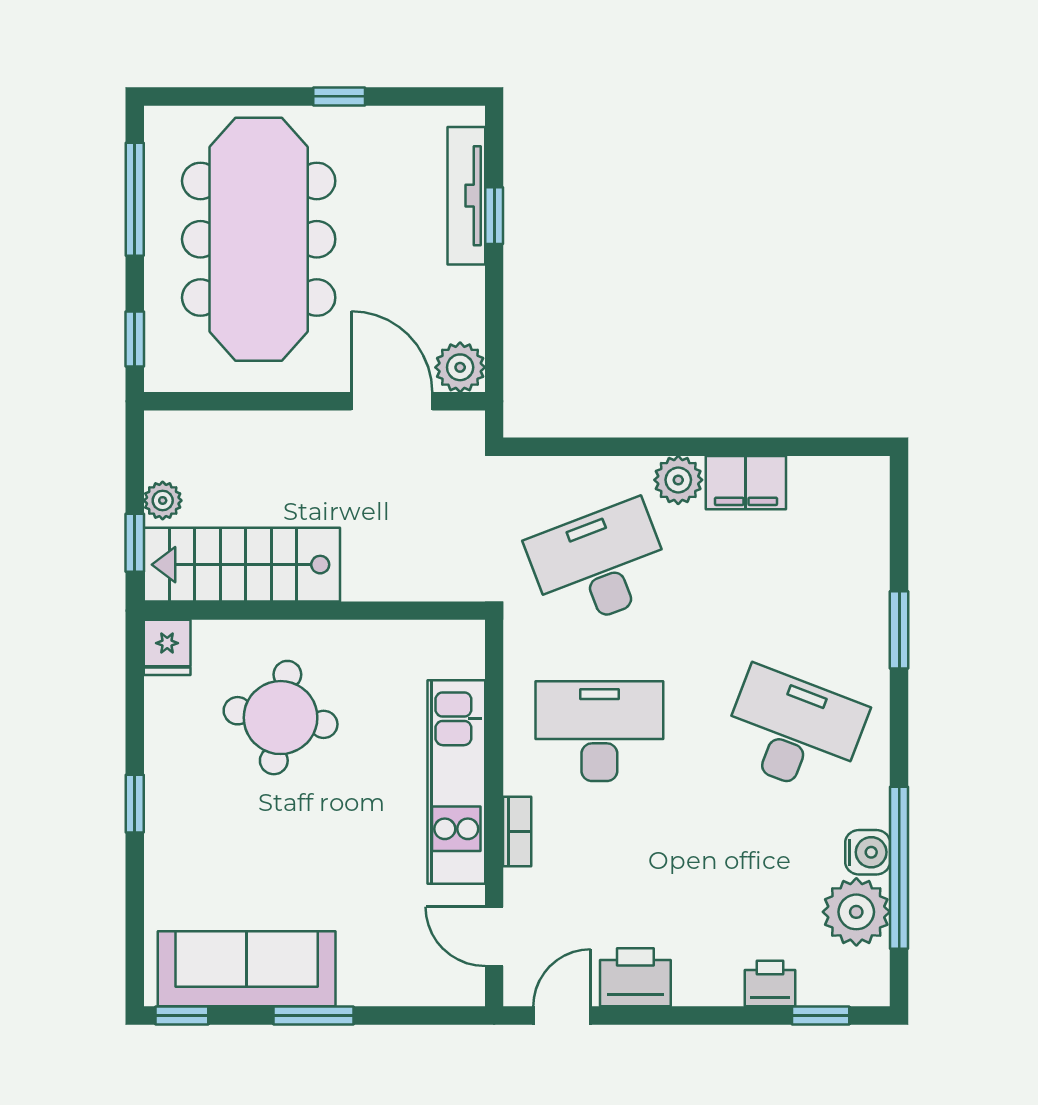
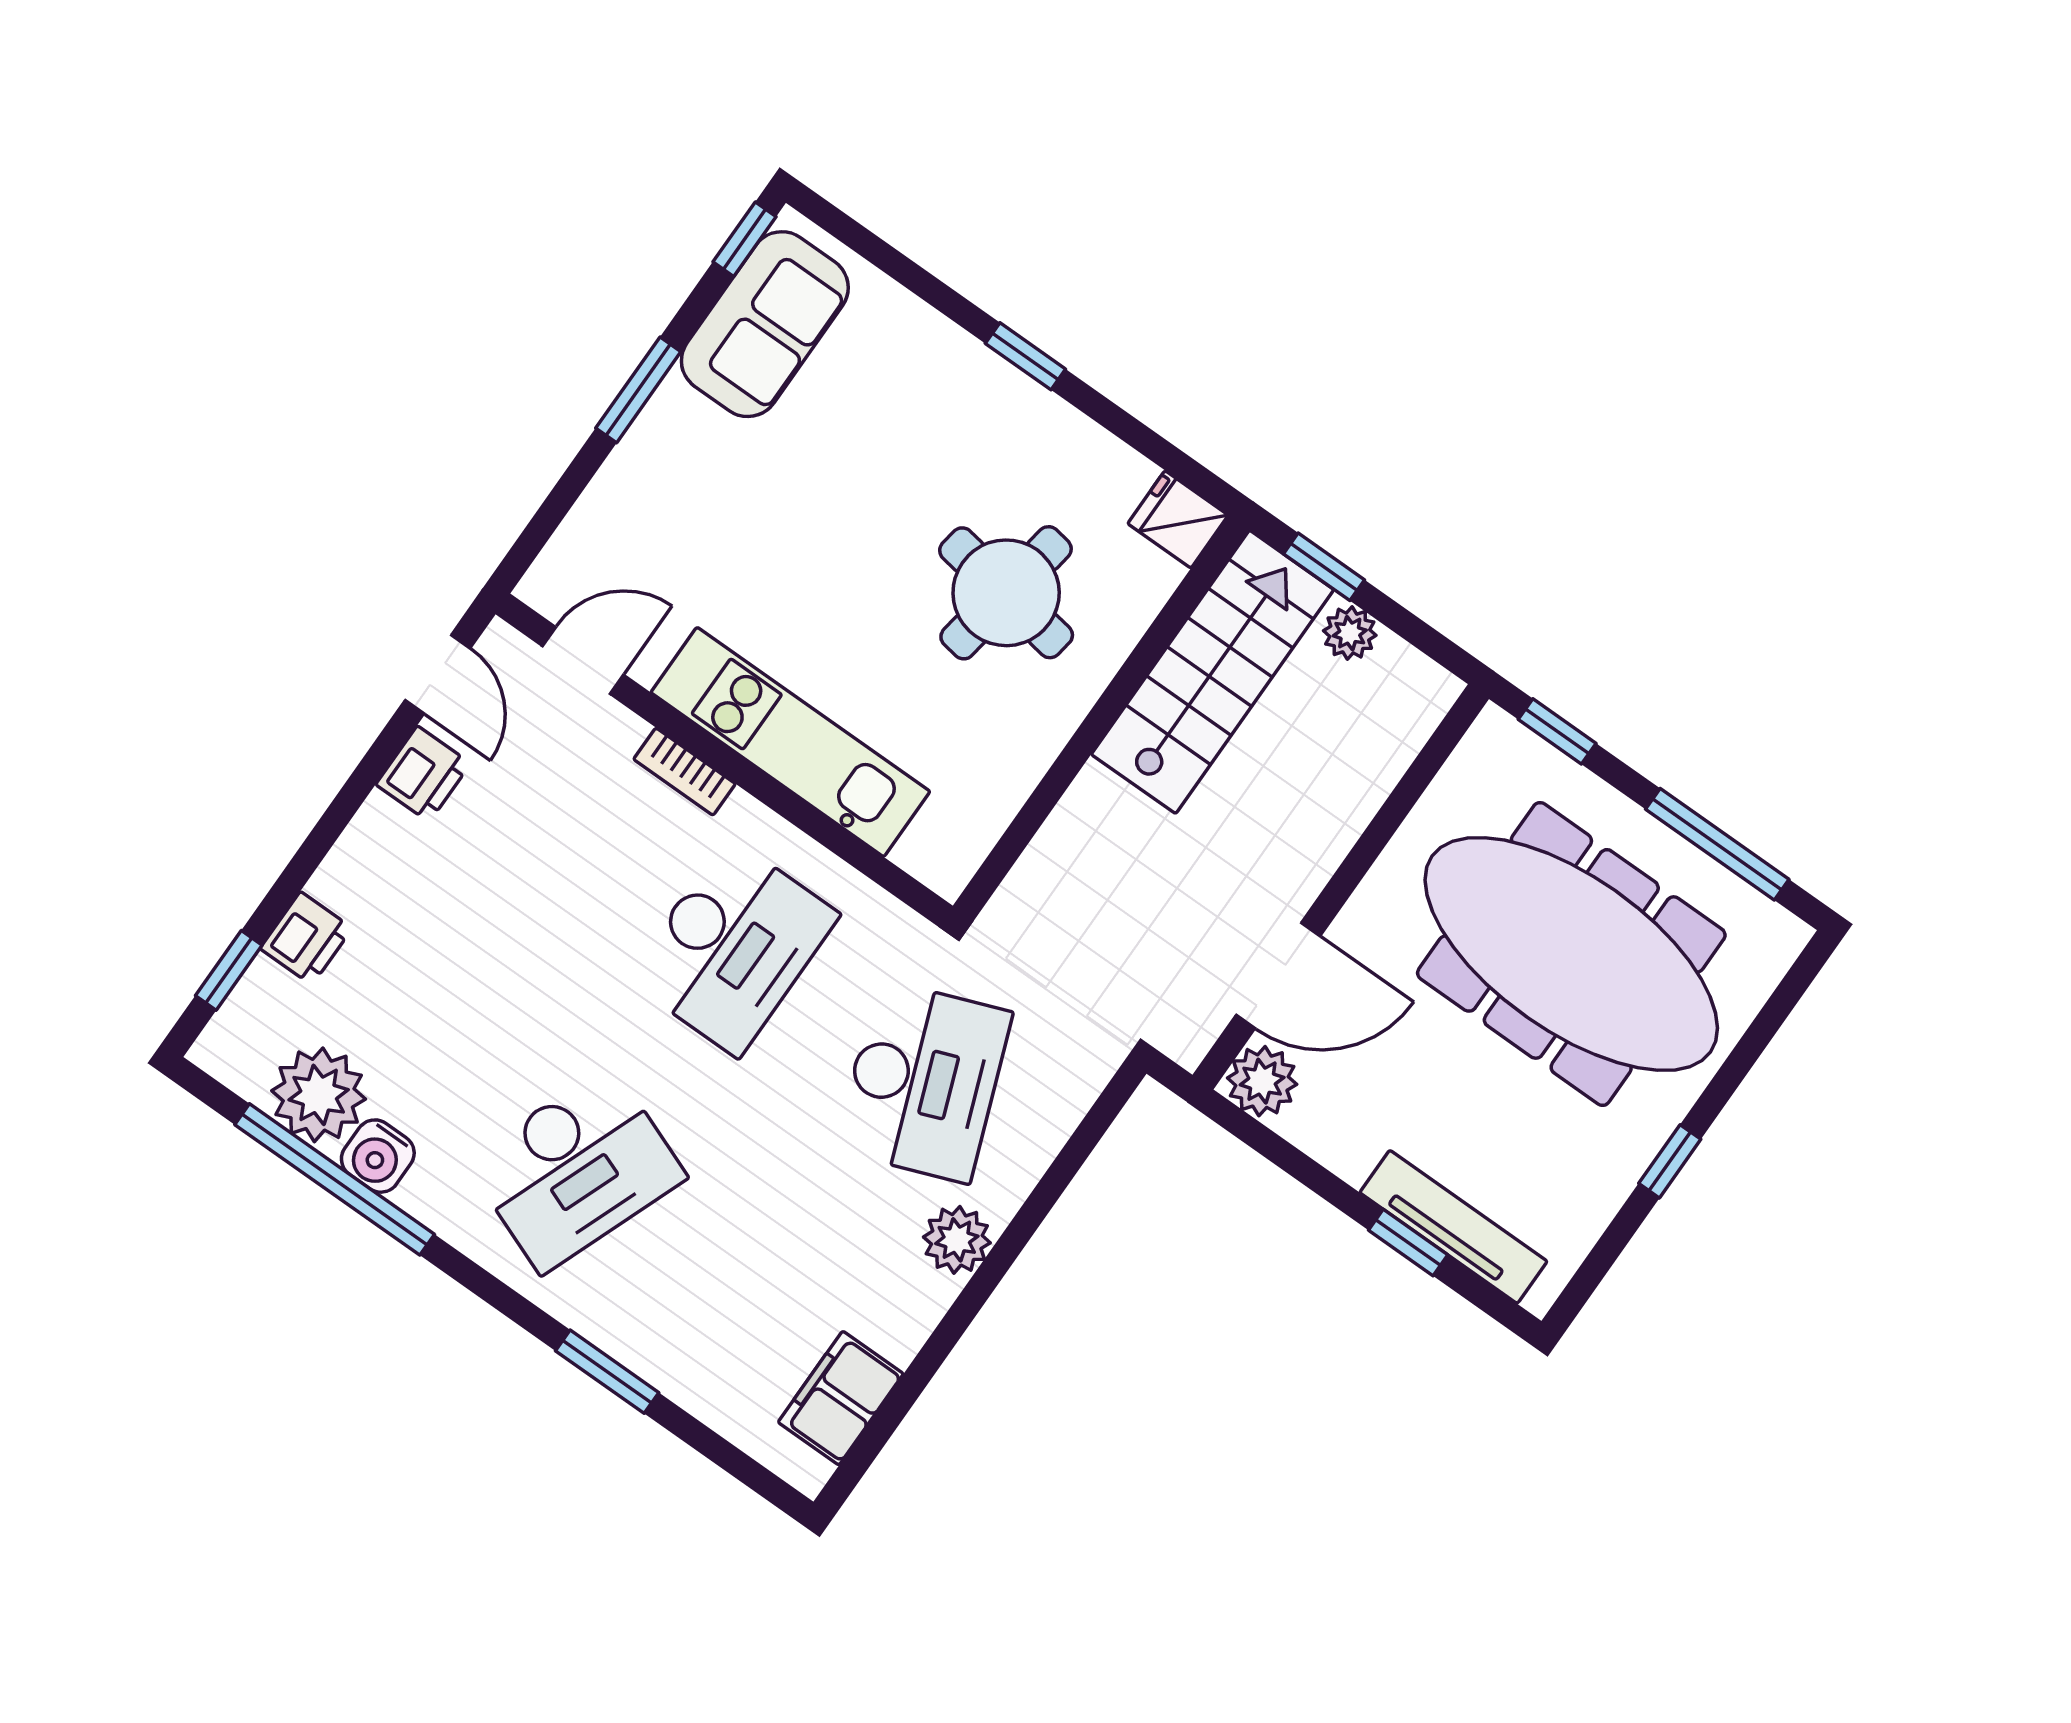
filing cabinet: (746, 483) -> (841, 1398), moved
sofa: (247, 969) -> (765, 324), width x0.73
printer: (635, 977) -> (423, 774), width x0.73, depth x0.81

